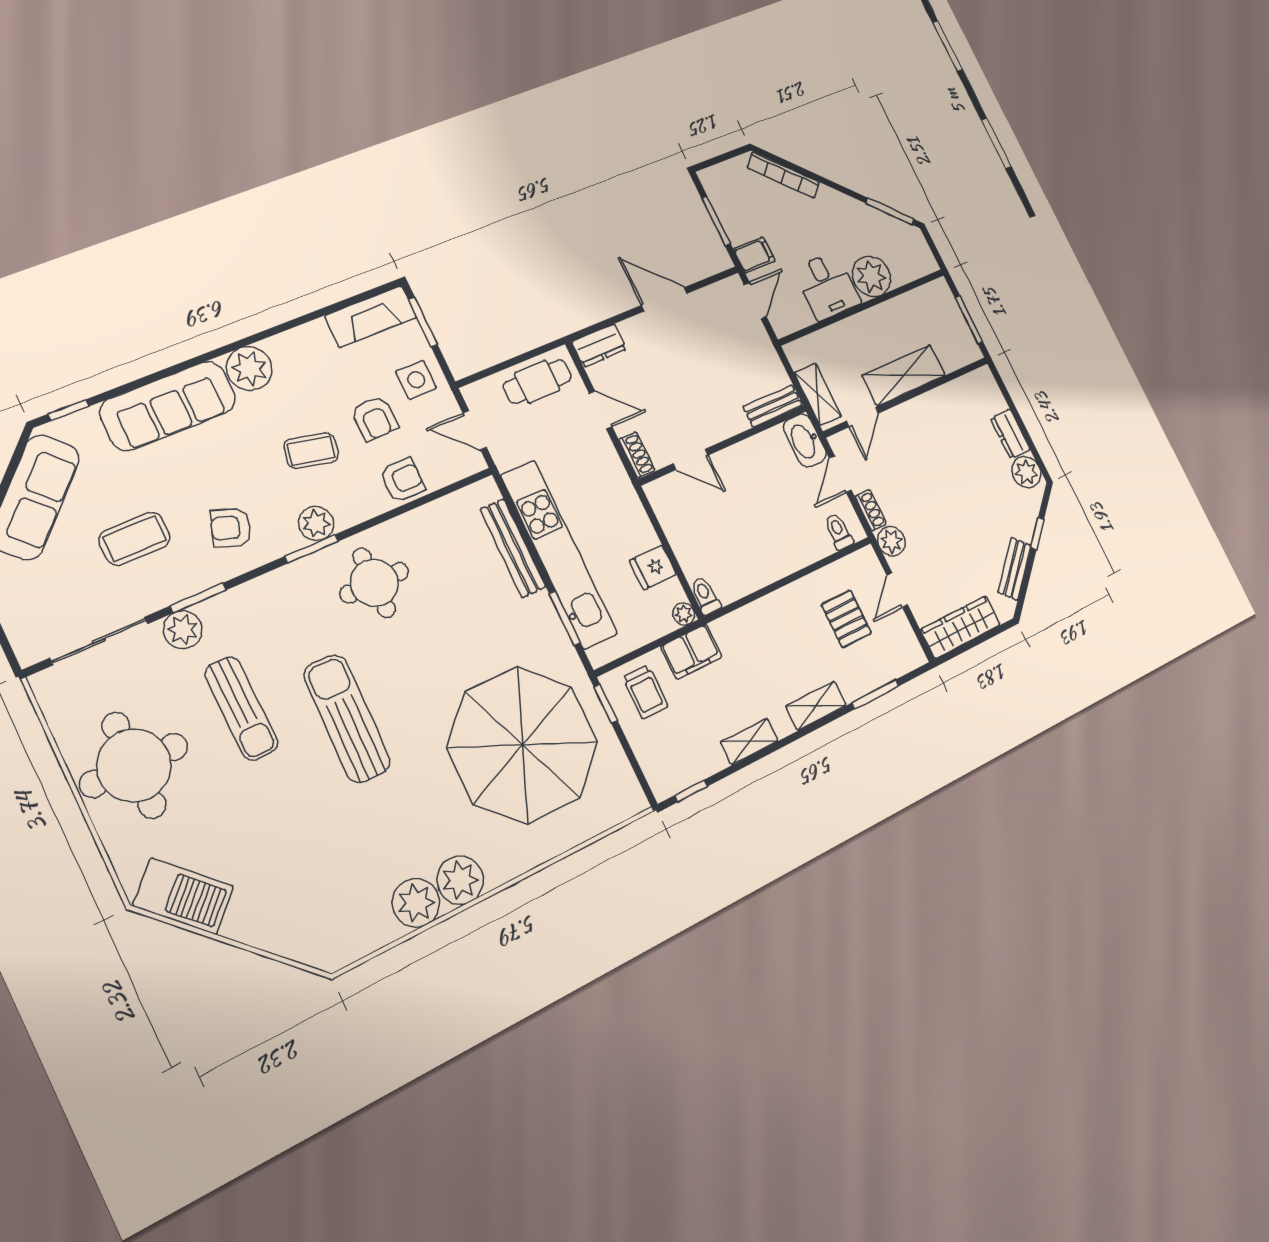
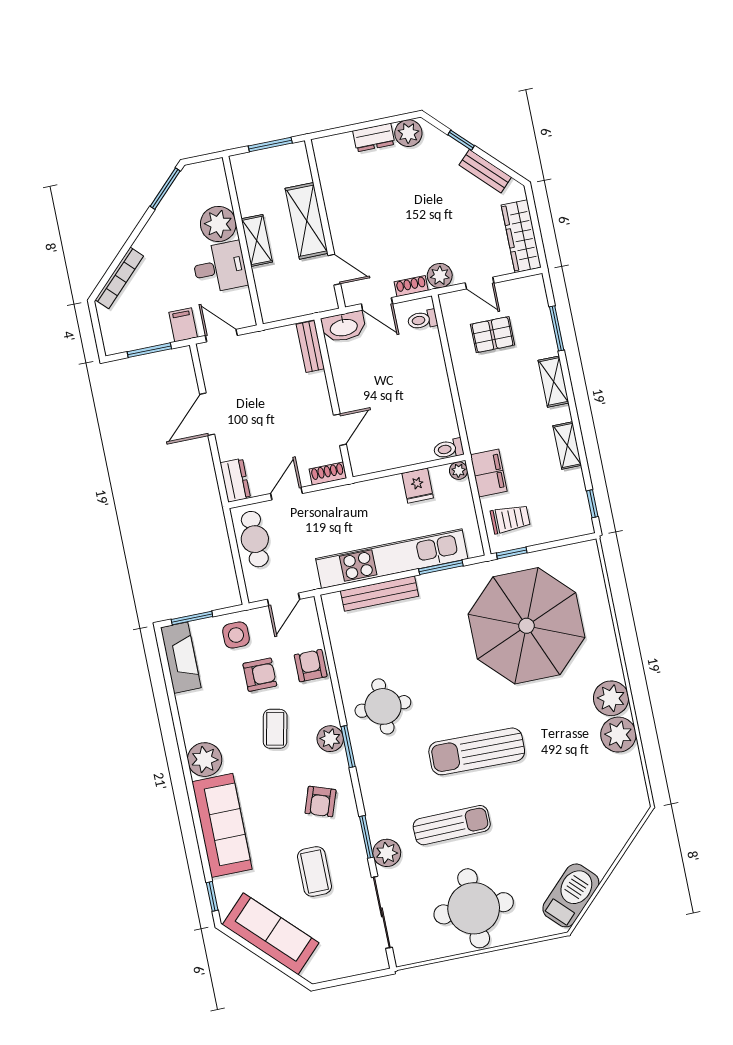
shelving: (818, 394) -> (257, 240), moved, turned 90

